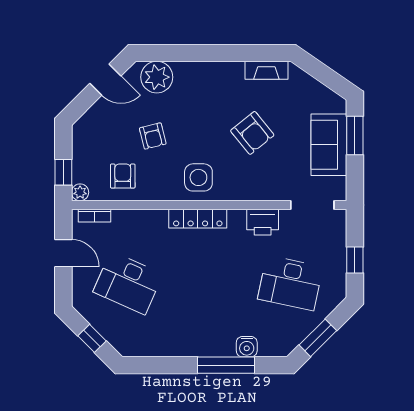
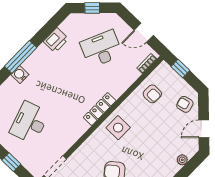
plant: (157, 77) -> (182, 160), width x0.53, depth x0.53
armchair: (153, 136) -> (185, 104), moved
plant: (80, 192) -> (164, 67), removed
printer: (263, 222) -> (56, 40), moved, turned 180
desk: (290, 283) -> (29, 123), turned -30

